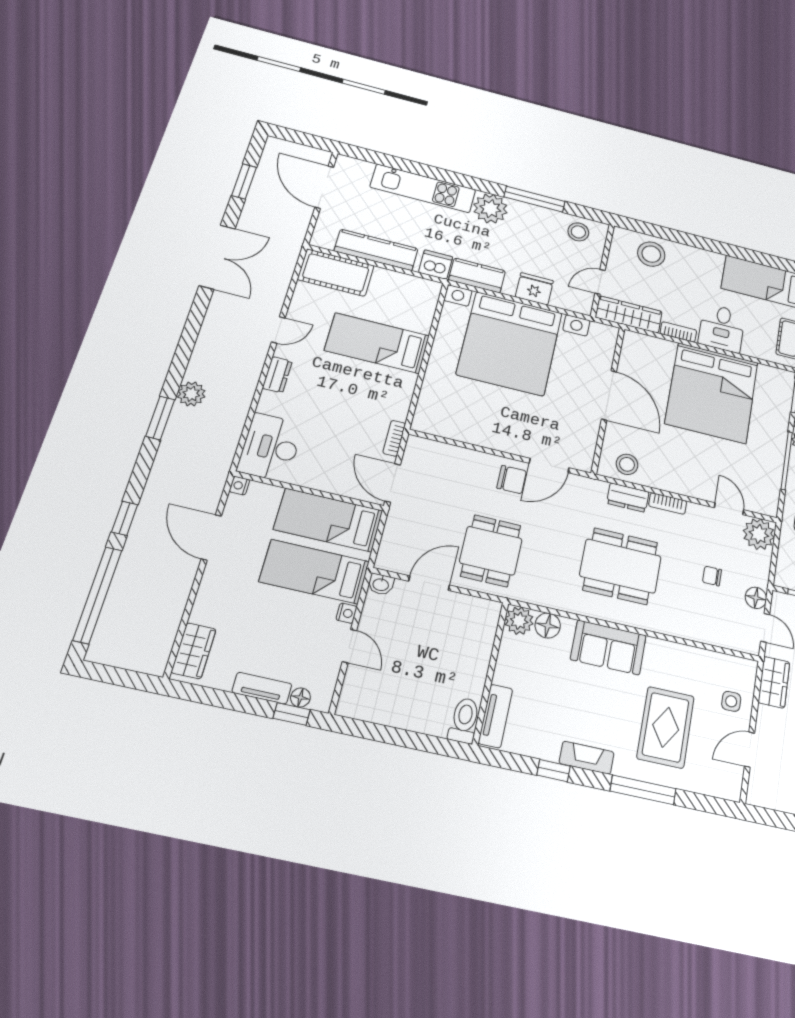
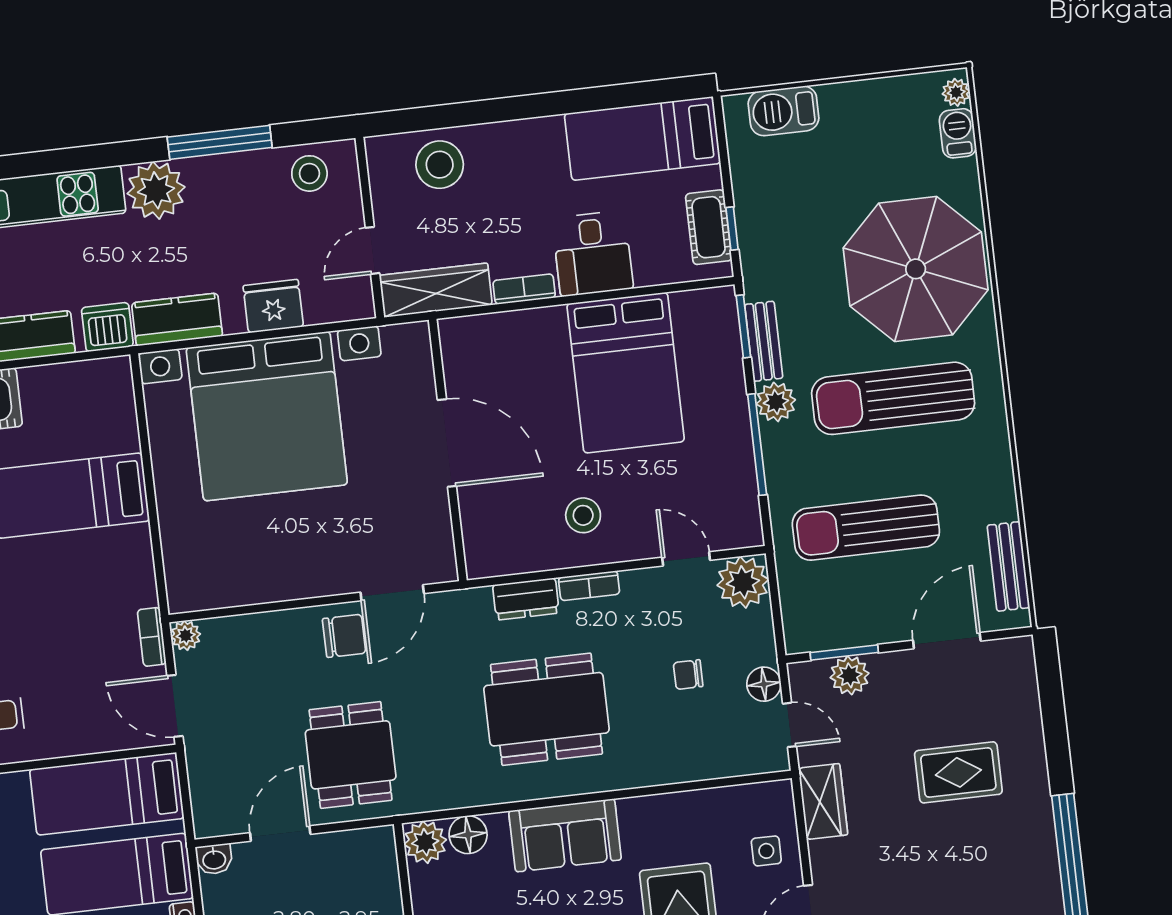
bed: (712, 393) -> (626, 373), width x0.73
plant: (415, 445) -> (186, 636), added
stool: (627, 464) -> (583, 515), moved

